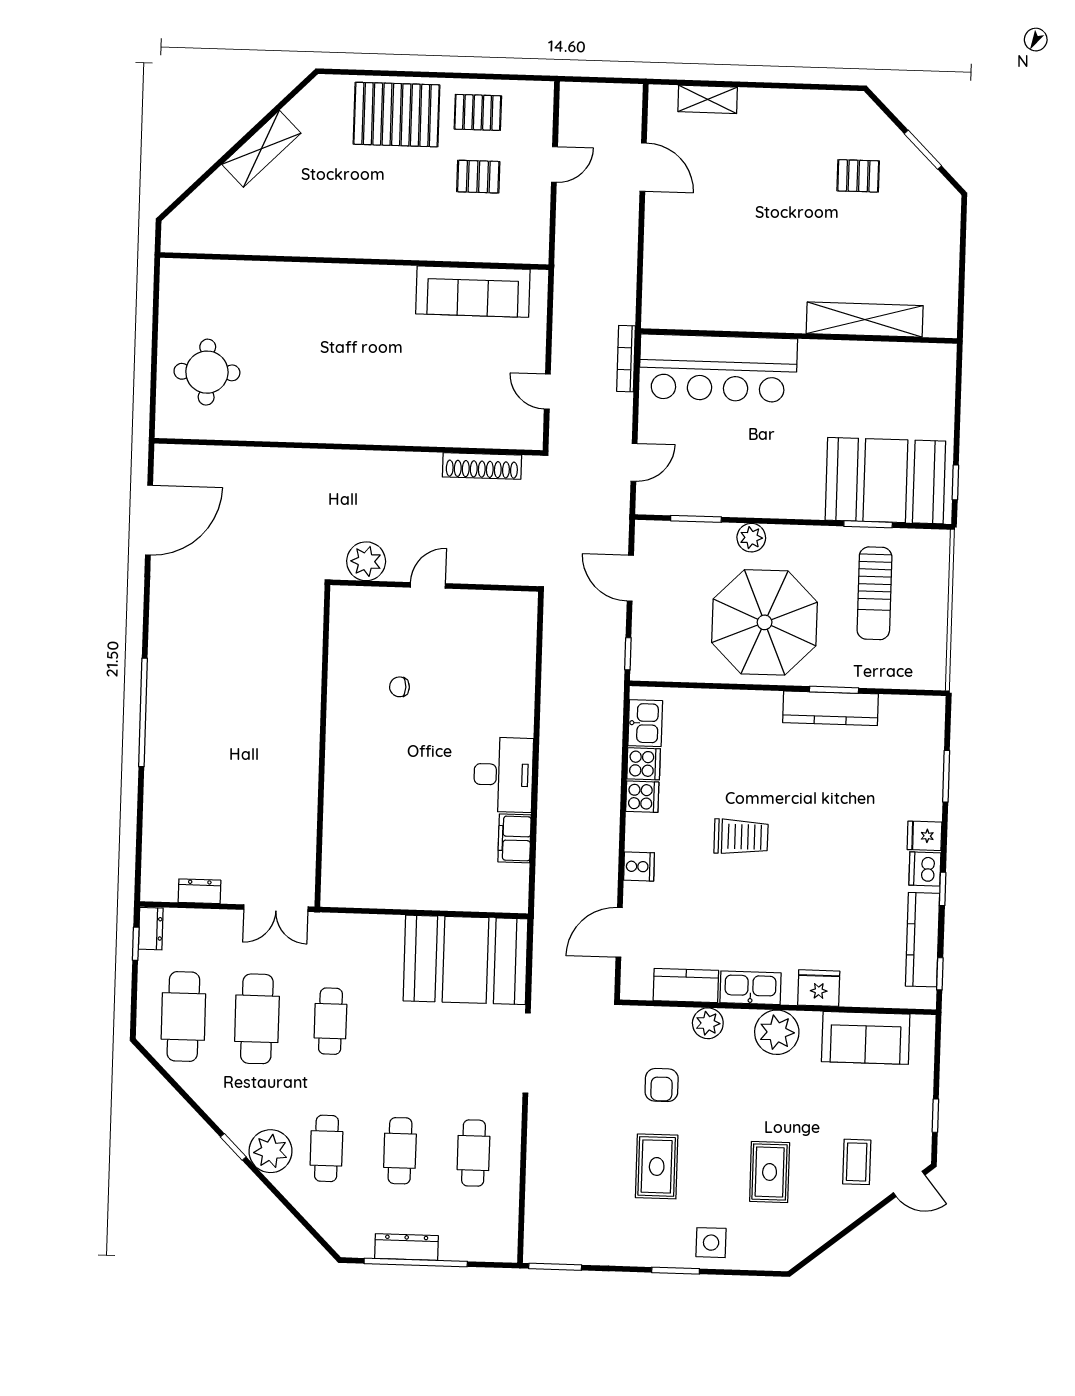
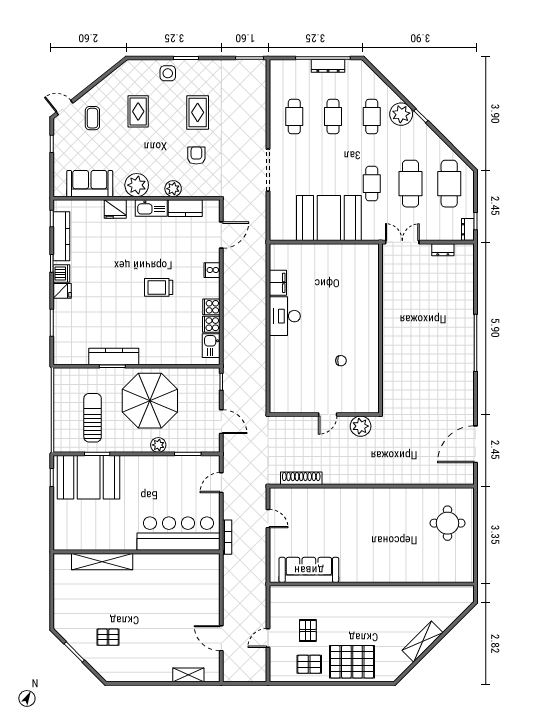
pallet: (478, 177) -> (308, 630), turned 90
booth: (466, 960) -> (329, 218), moved

